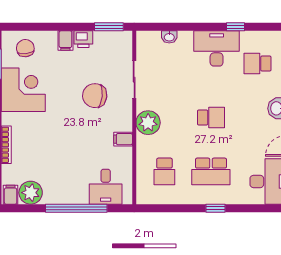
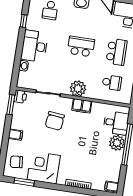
printer: (83, 39) -> (20, 97), moved
desk: (217, 48) -> (34, 46), moved
school desk: (211, 117) -> (81, 46), width x1.85
filing cabinet: (123, 139) -> (82, 106), width x2.00
plant: (31, 193) -> (117, 143), moved

